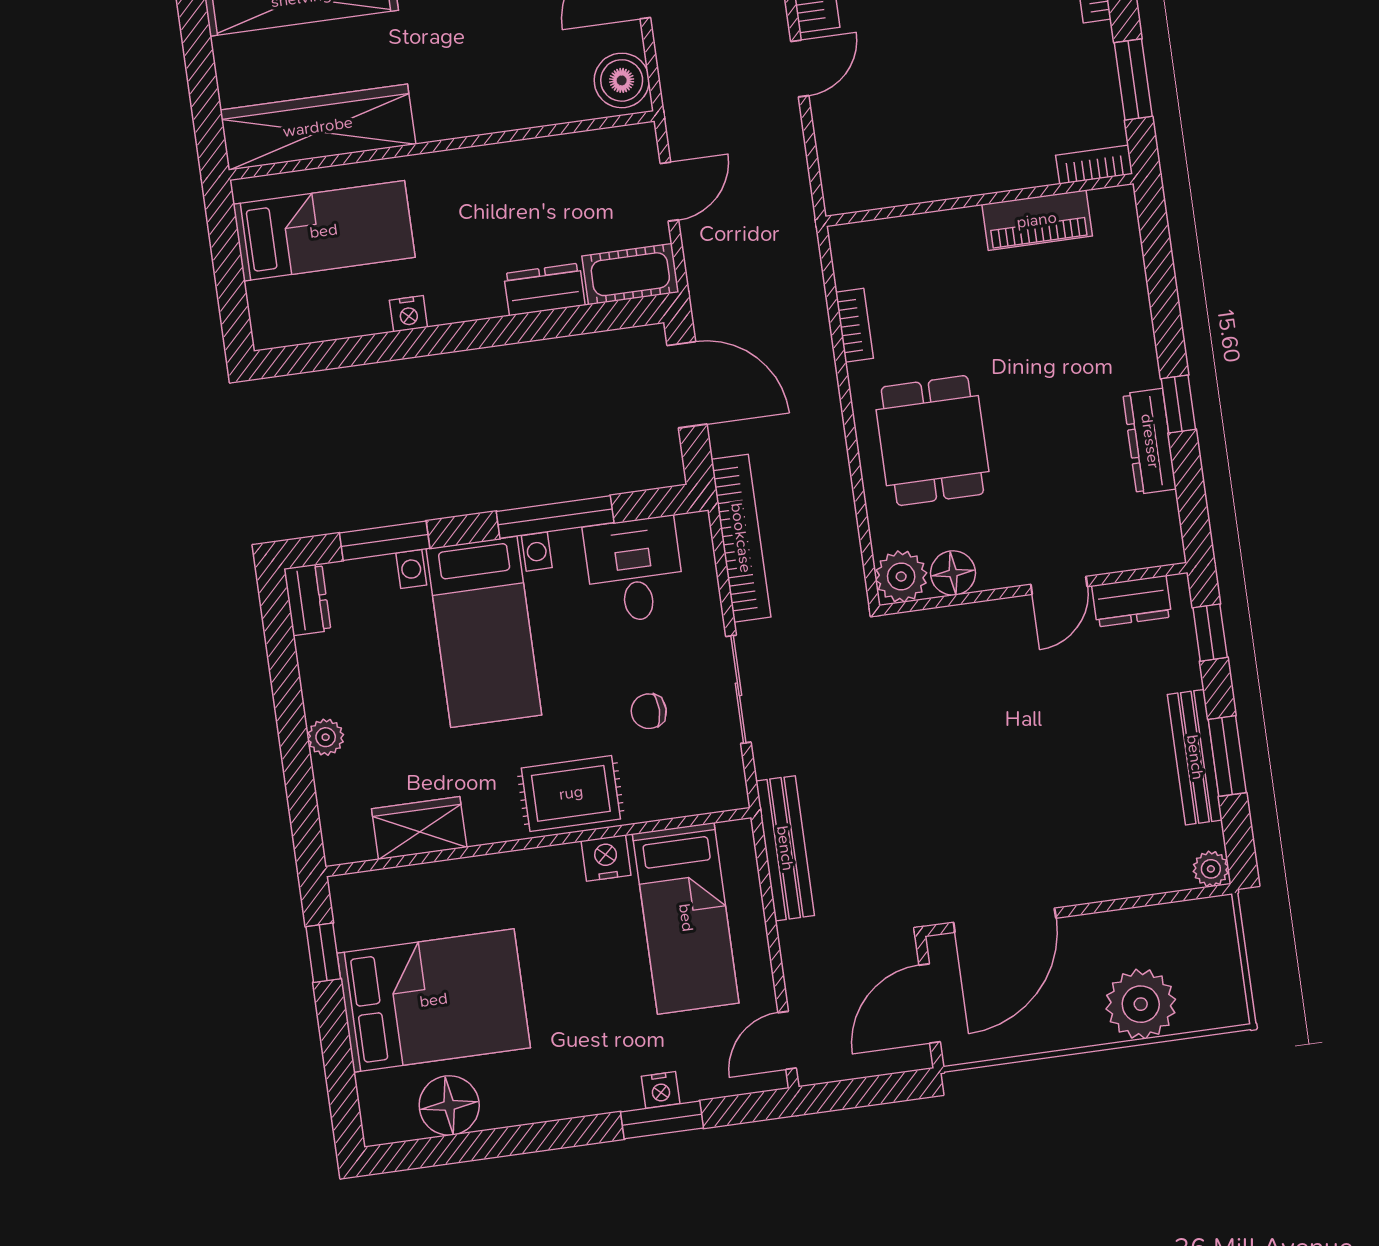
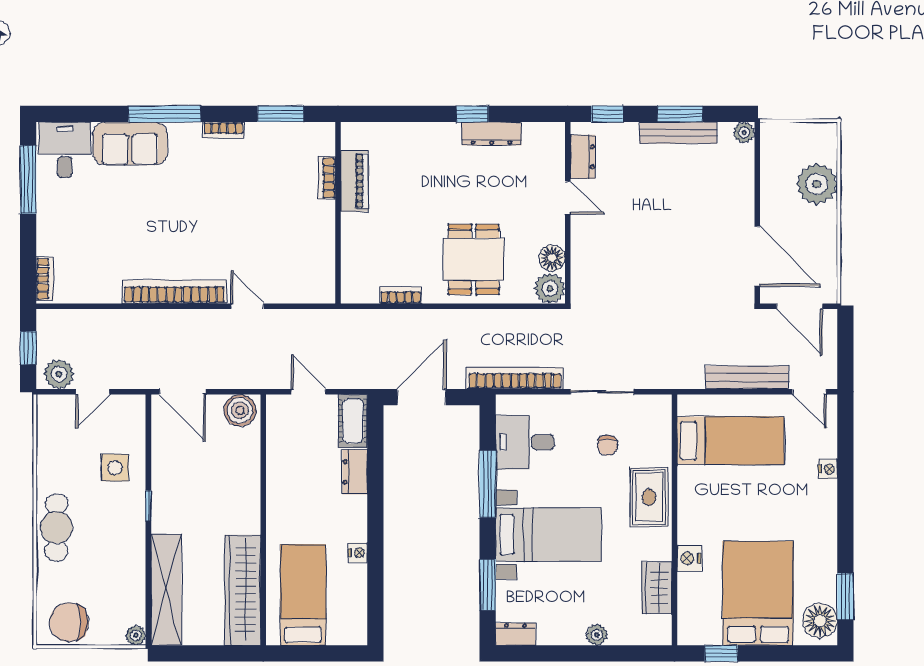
bookcase: (1094, 165) -> (327, 178), moved
dining table: (932, 441) -> (474, 259), turned 90
bench: (785, 848) -> (747, 377), moved
nightstand: (606, 858) -> (689, 558), moved
floor lamp: (449, 1105) -> (820, 621), moved
window: (662, 1120) -> (845, 597), moved

